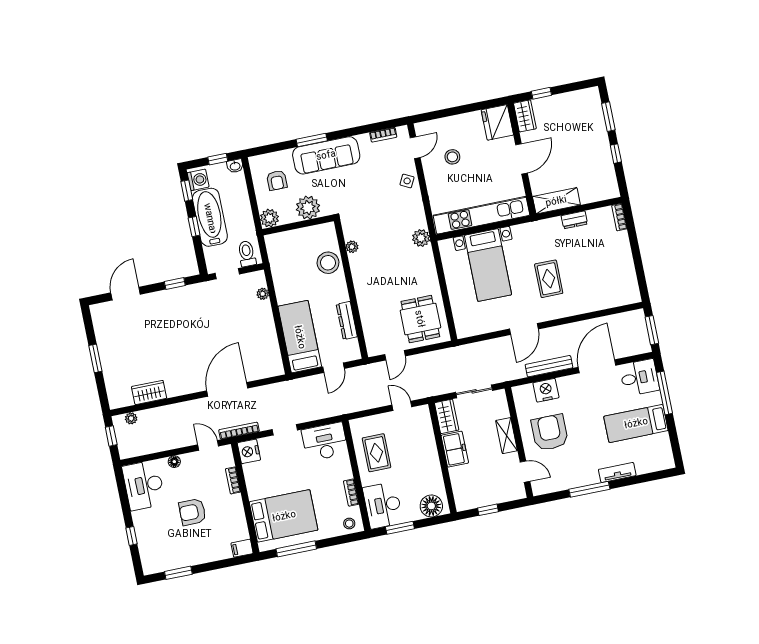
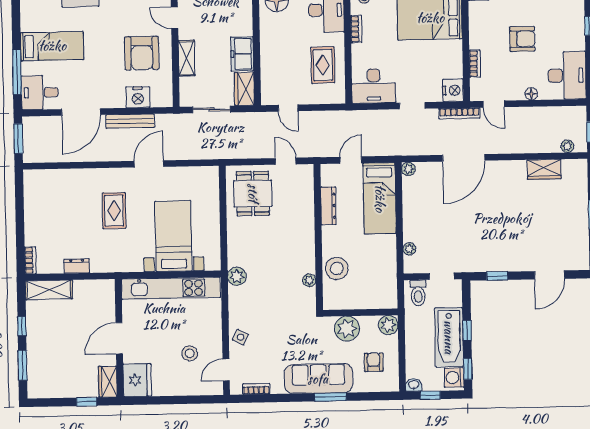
shelving: (556, 201) -> (49, 290), moved
door: (395, 355) -> (286, 161), hinge flipped
plant: (278, 369) -> (408, 169), added

